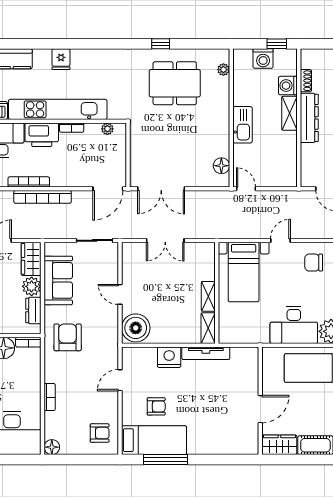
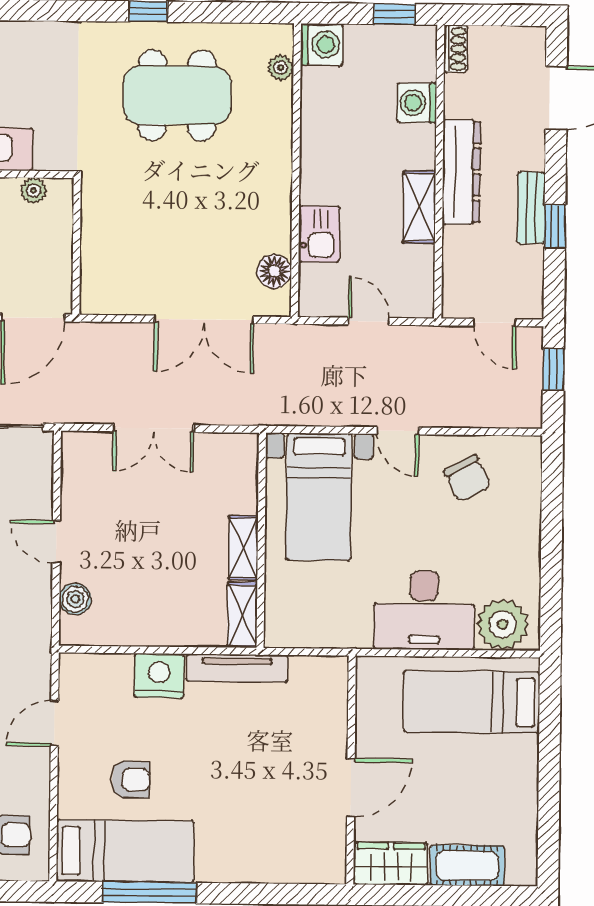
washing machine: (263, 59) -> (322, 45), moved, turned -90
shoe rack: (306, 81) -> (455, 49), moved
shelving: (290, 113) -> (419, 207), moved
kitchen sink: (242, 125) -> (319, 234), moved, width x0.73
double door: (161, 189) -> (204, 319), moved
door: (246, 189) -> (369, 321), moved
door: (280, 240) -> (398, 431), swing flipped
chair: (314, 263) -> (468, 478), turned -118
boiler: (136, 328) -> (75, 599), width x0.54, depth x0.54

